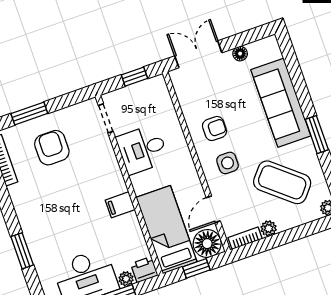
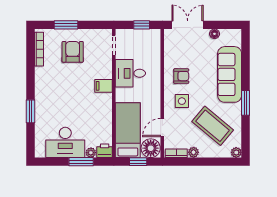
filing cabinet: (120, 205) -> (104, 86), moved

